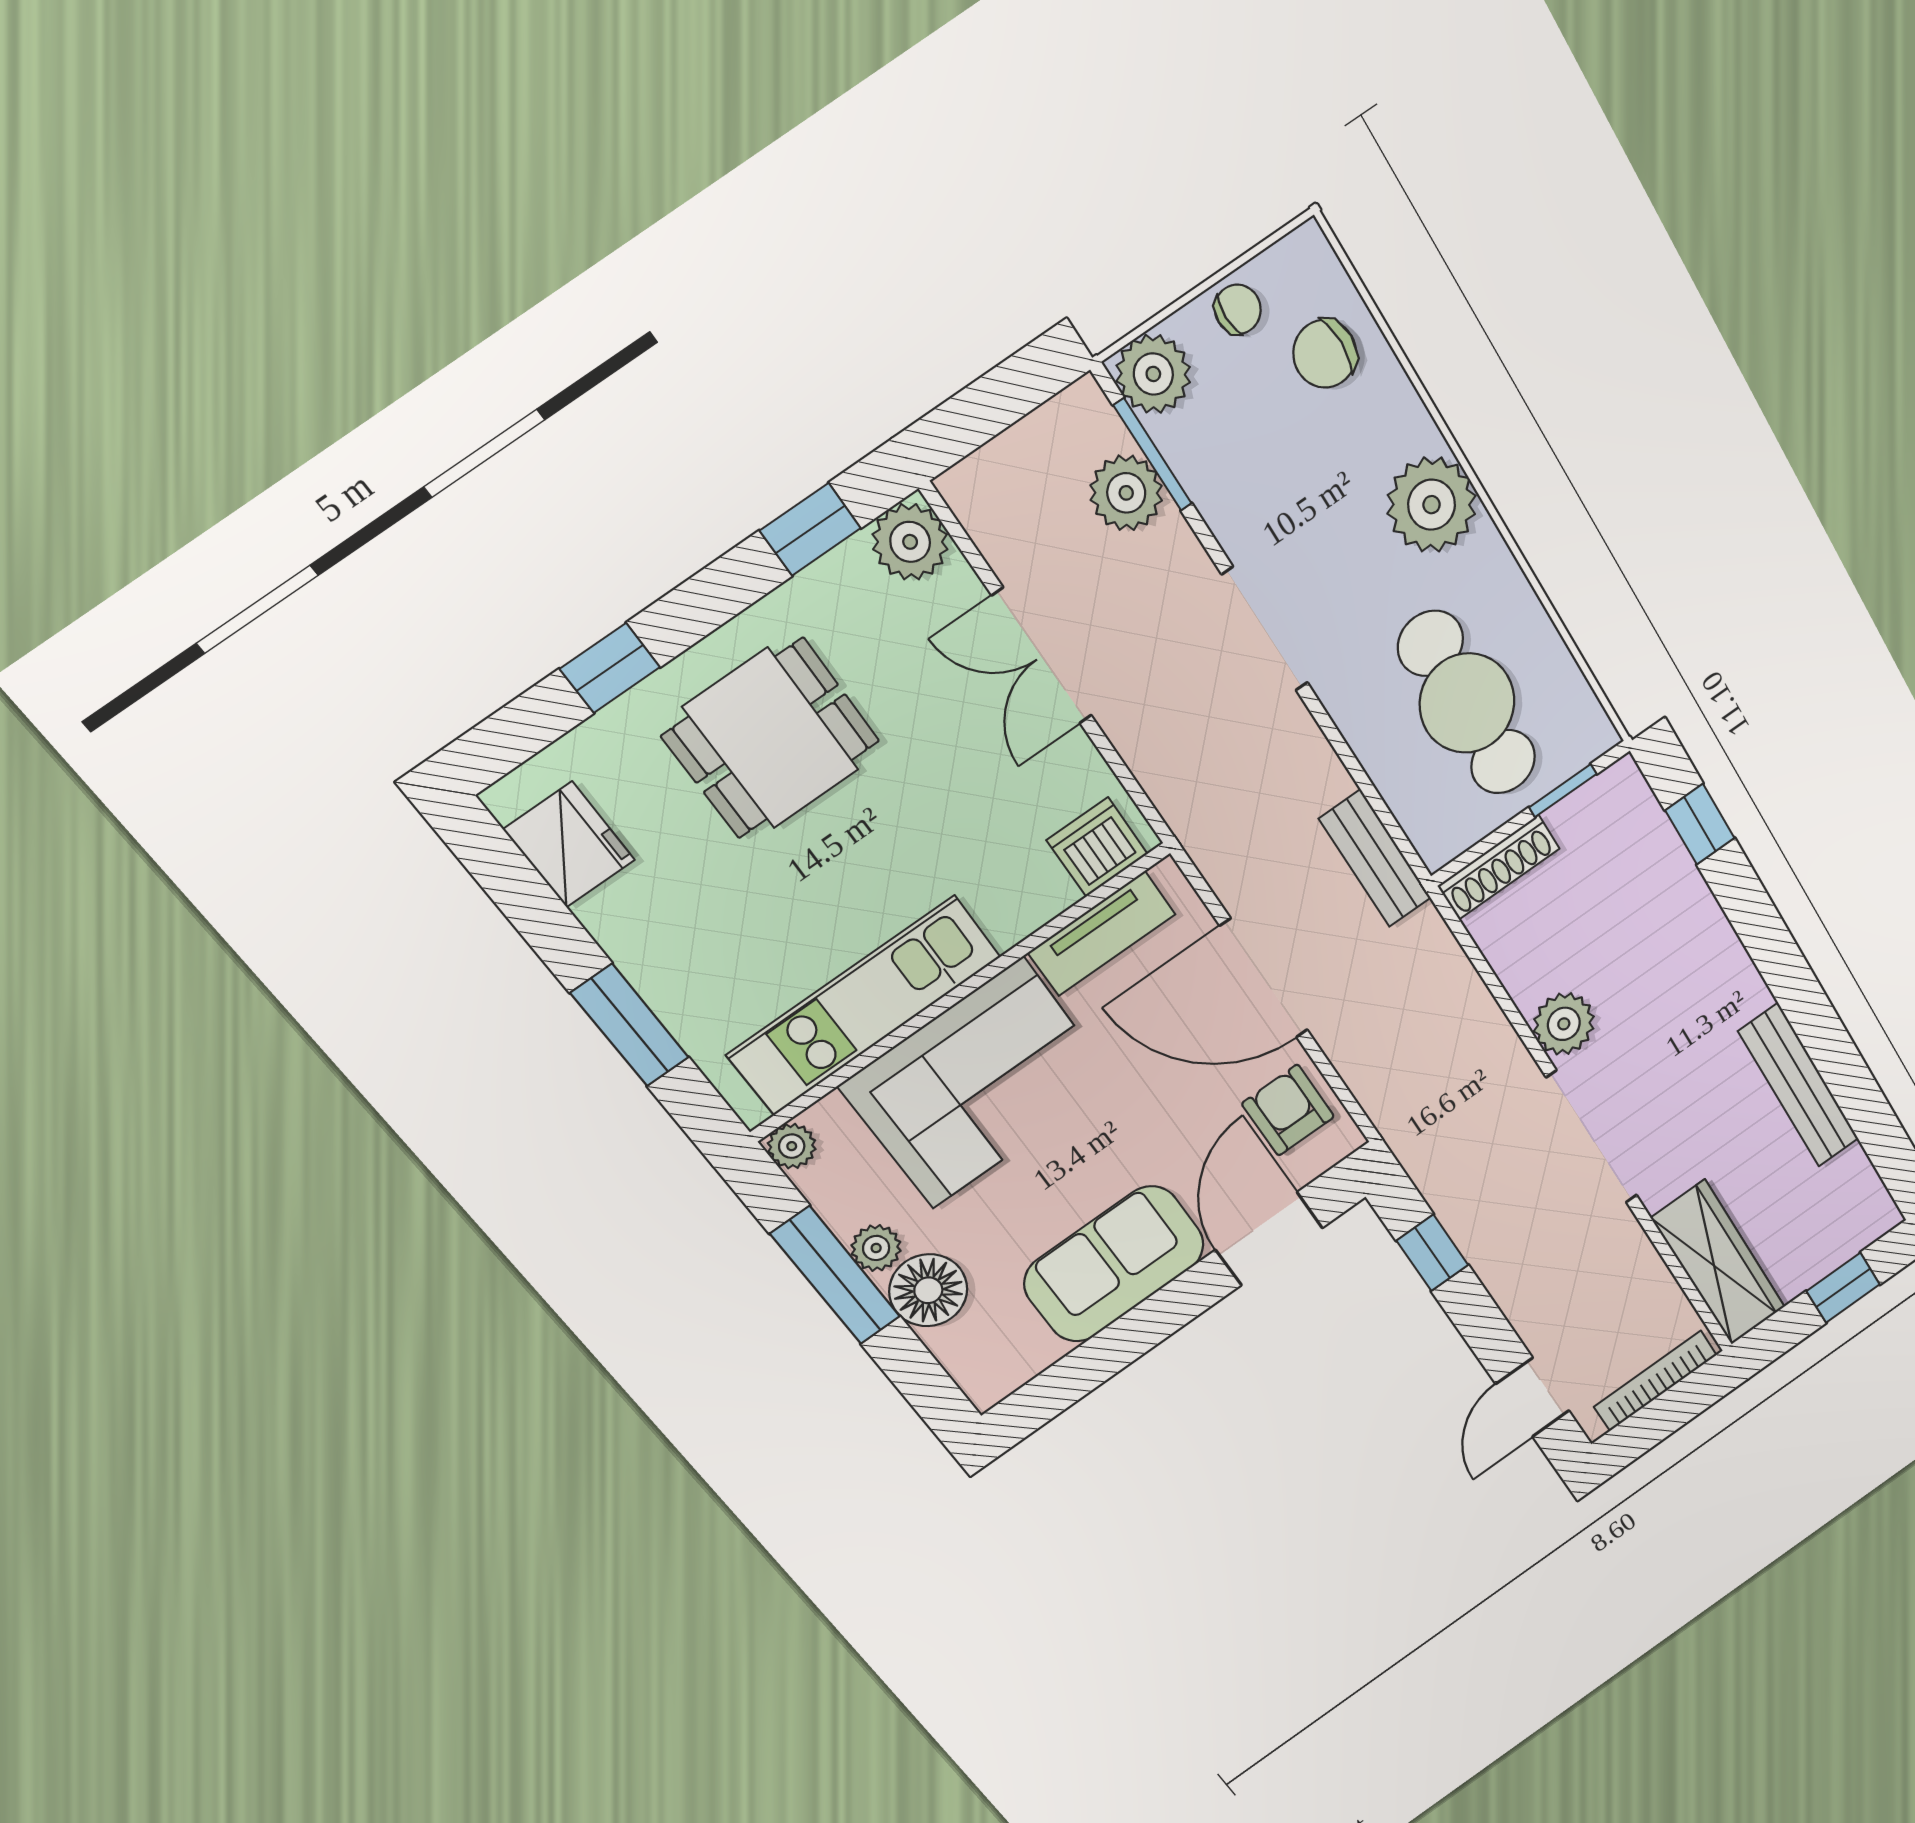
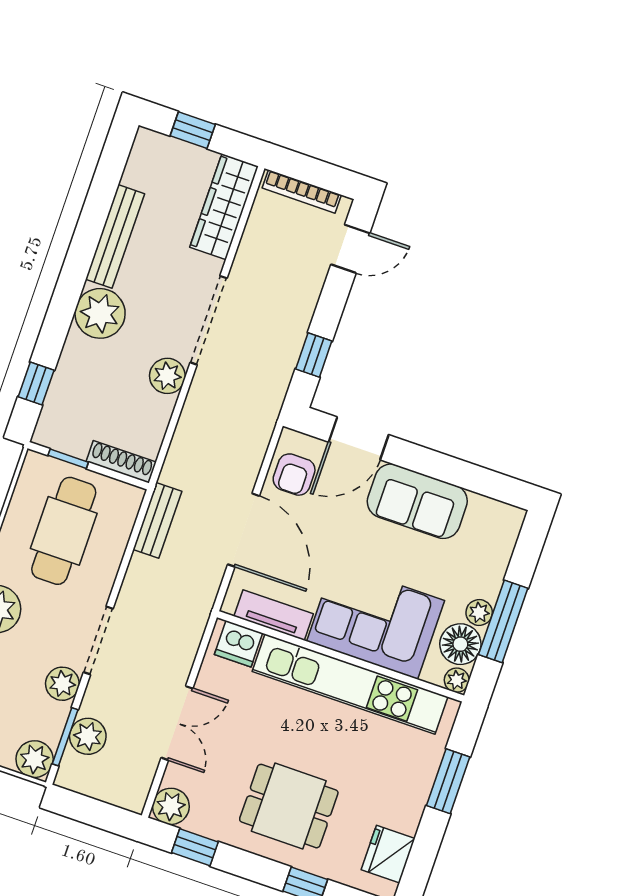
plant: (1240, 518) -> (62, 684), added
plant: (1719, 989) -> (100, 313), added
kitchen unit: (864, 1006) -> (350, 684), width x1.36
floor lamp: (928, 1290) -> (460, 644), moved

